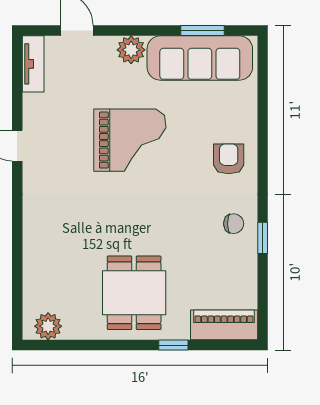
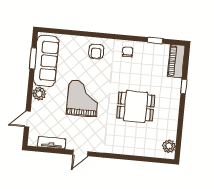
tv unit: (33, 64) -> (52, 143), moved
armchair: (229, 159) -> (96, 51), turned -90
window: (263, 238) -> (155, 40), moved
dining table: (134, 293) -> (136, 107), moved

